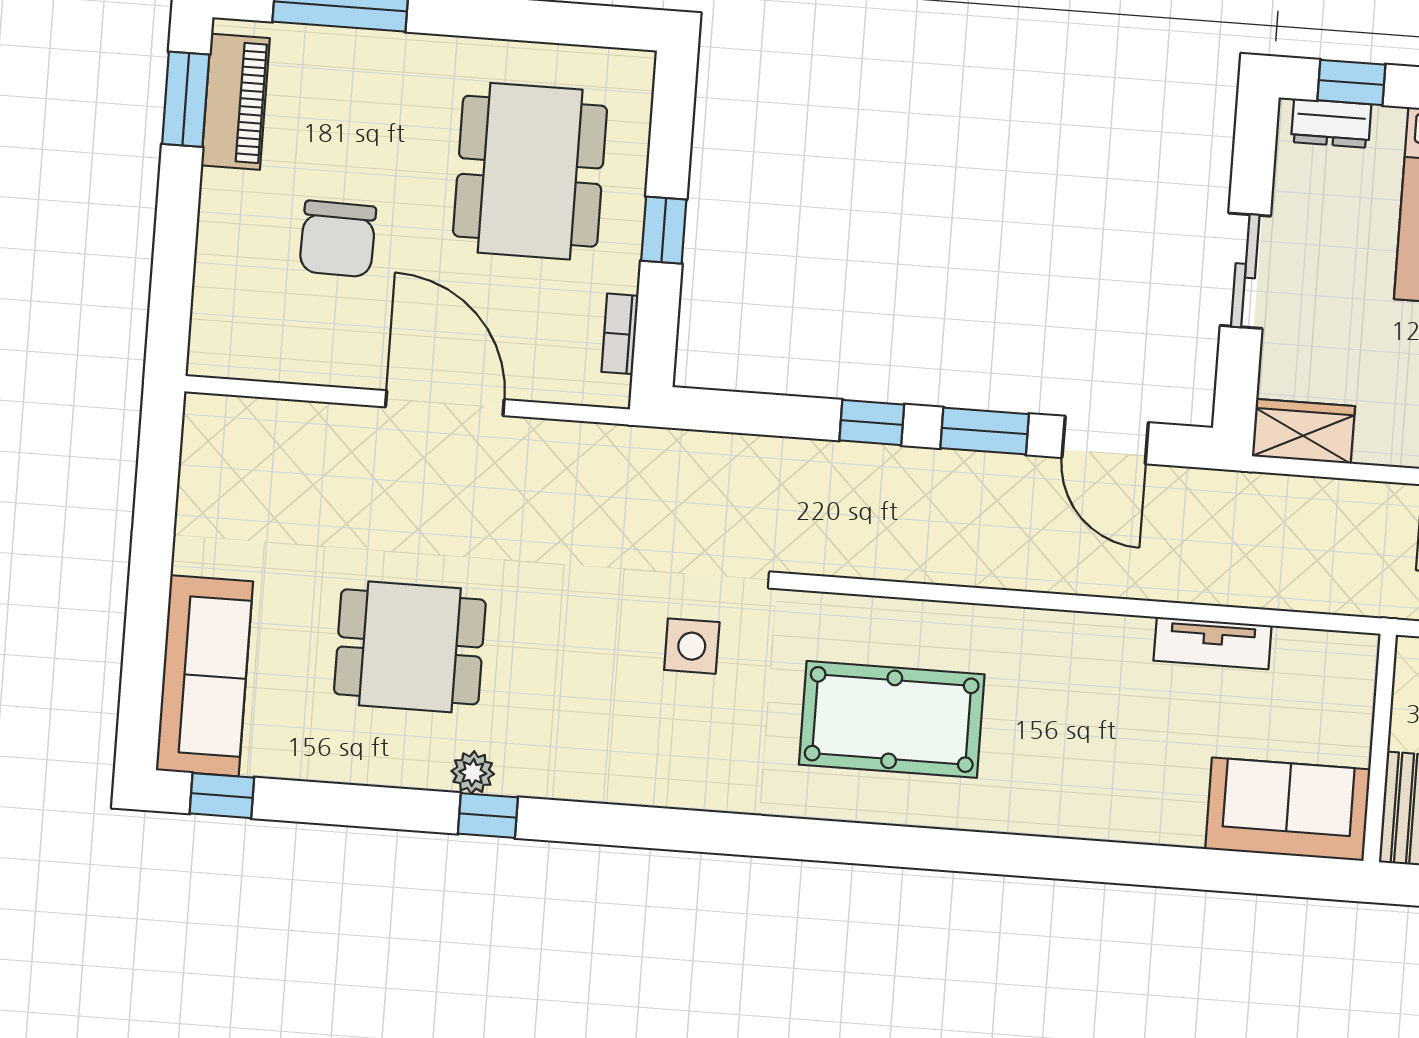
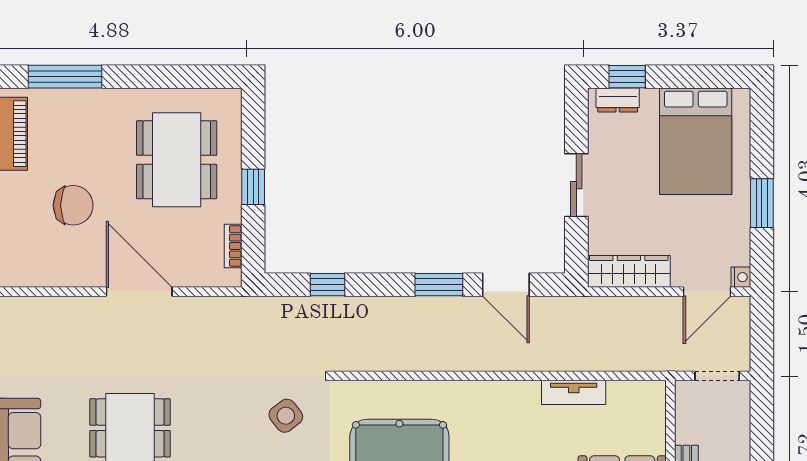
chair: (338, 239) -> (73, 205), turned -91
window: (872, 423) -> (327, 285), moved
wardrobe: (1303, 431) -> (629, 271), width x1.50
side table: (692, 646) -> (286, 416), turned -38

